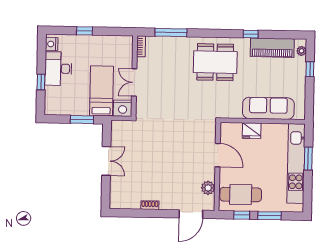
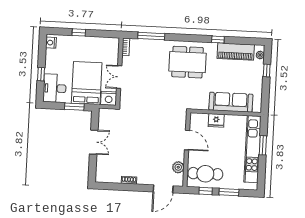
desk: (58, 69) -> (55, 88), moved
bed: (101, 91) -> (87, 83), width x1.50

